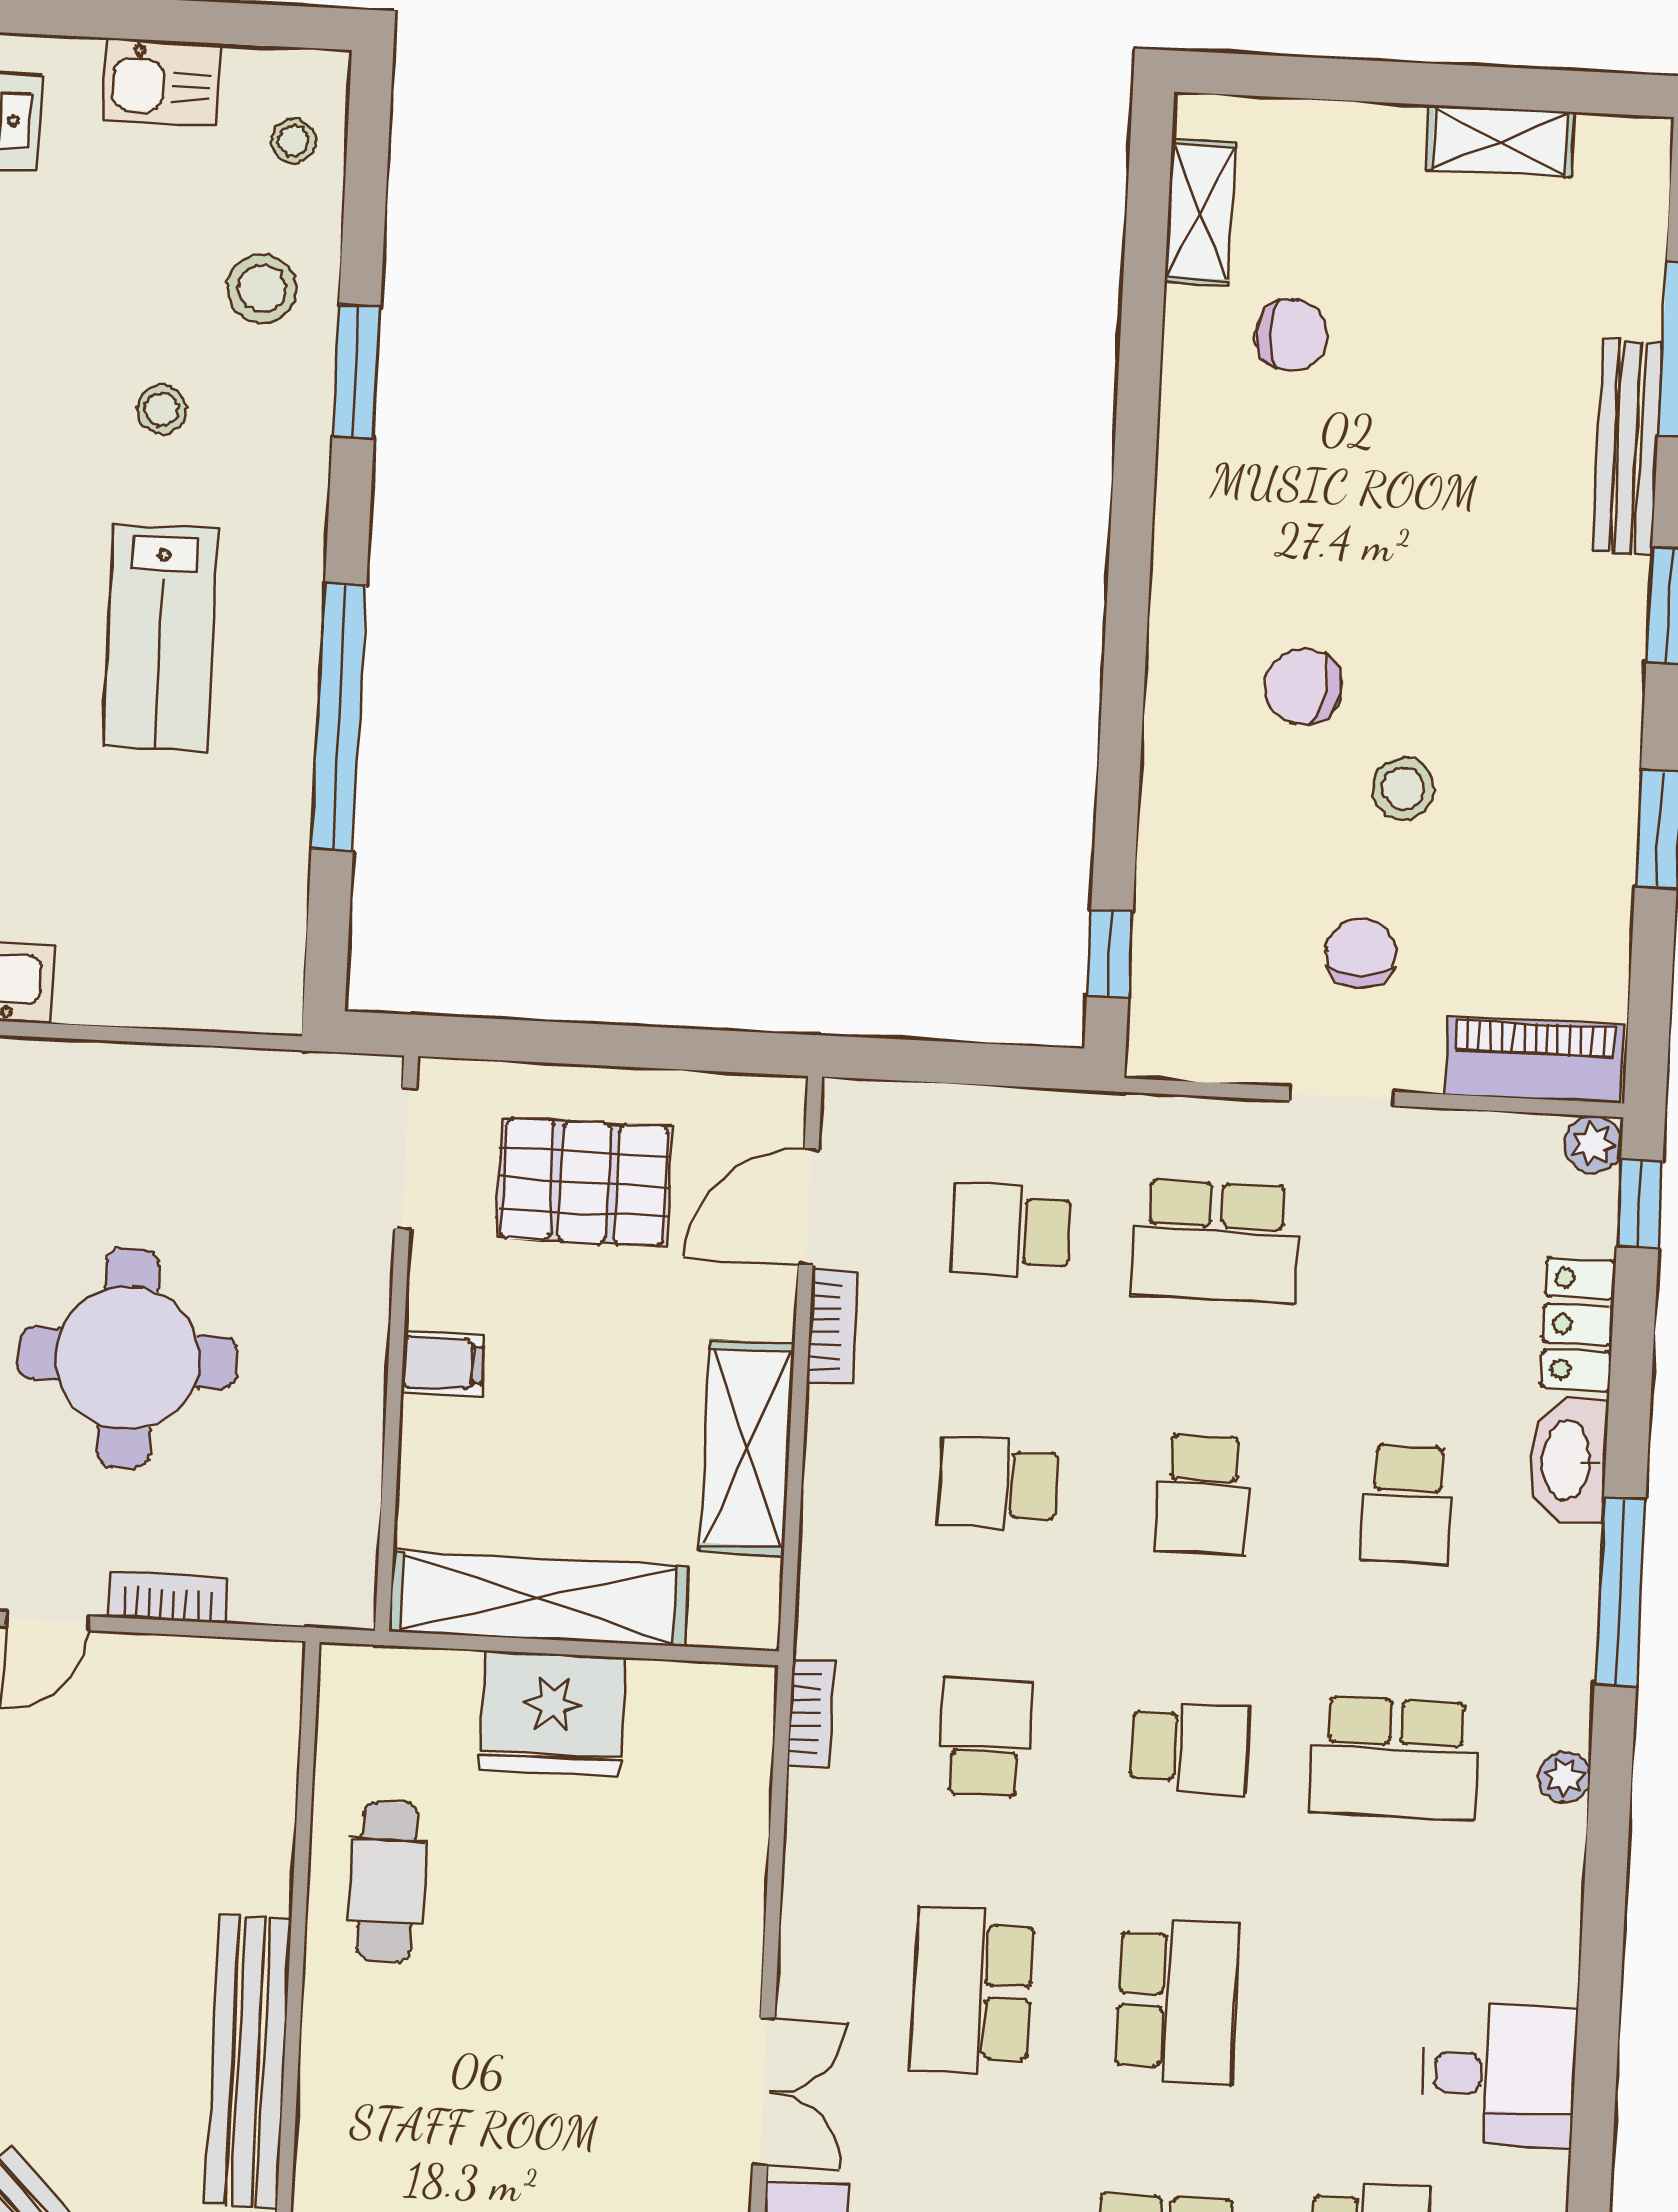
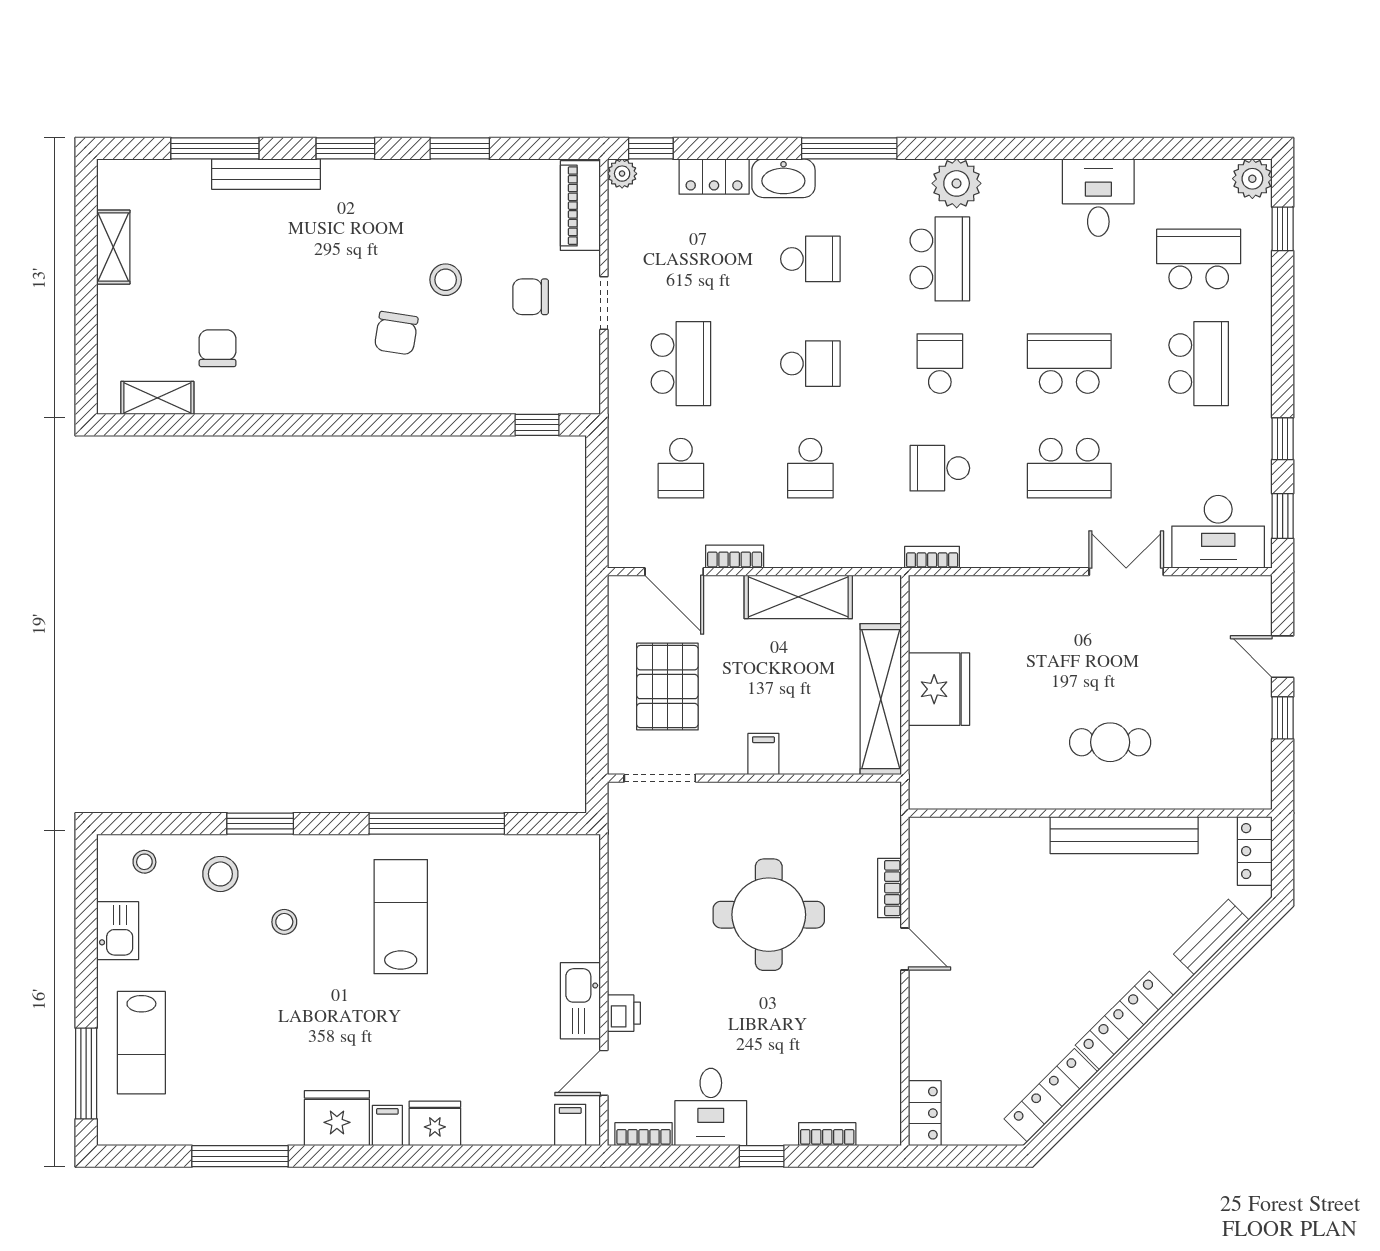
lab bench: (160, 637) -> (401, 917), turned -90
plant: (1564, 1777) -> (957, 183), width x1.88, depth x1.88
cafe table: (387, 1881) -> (1110, 742), moved

